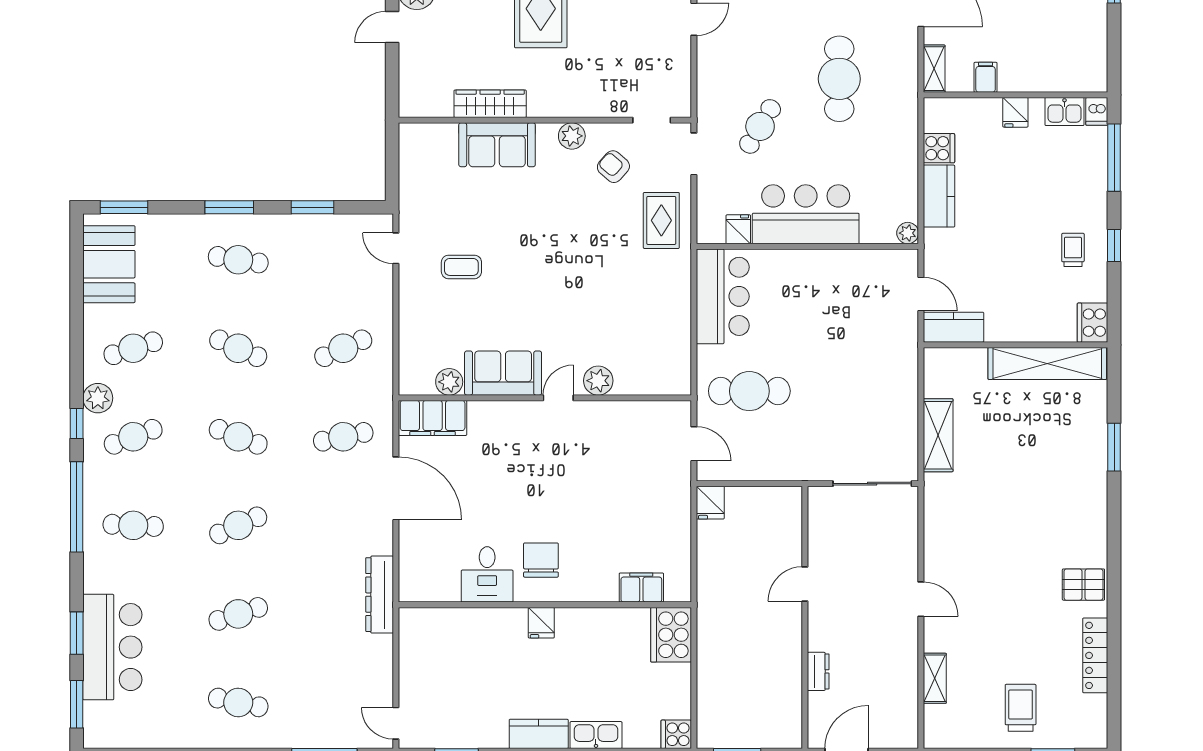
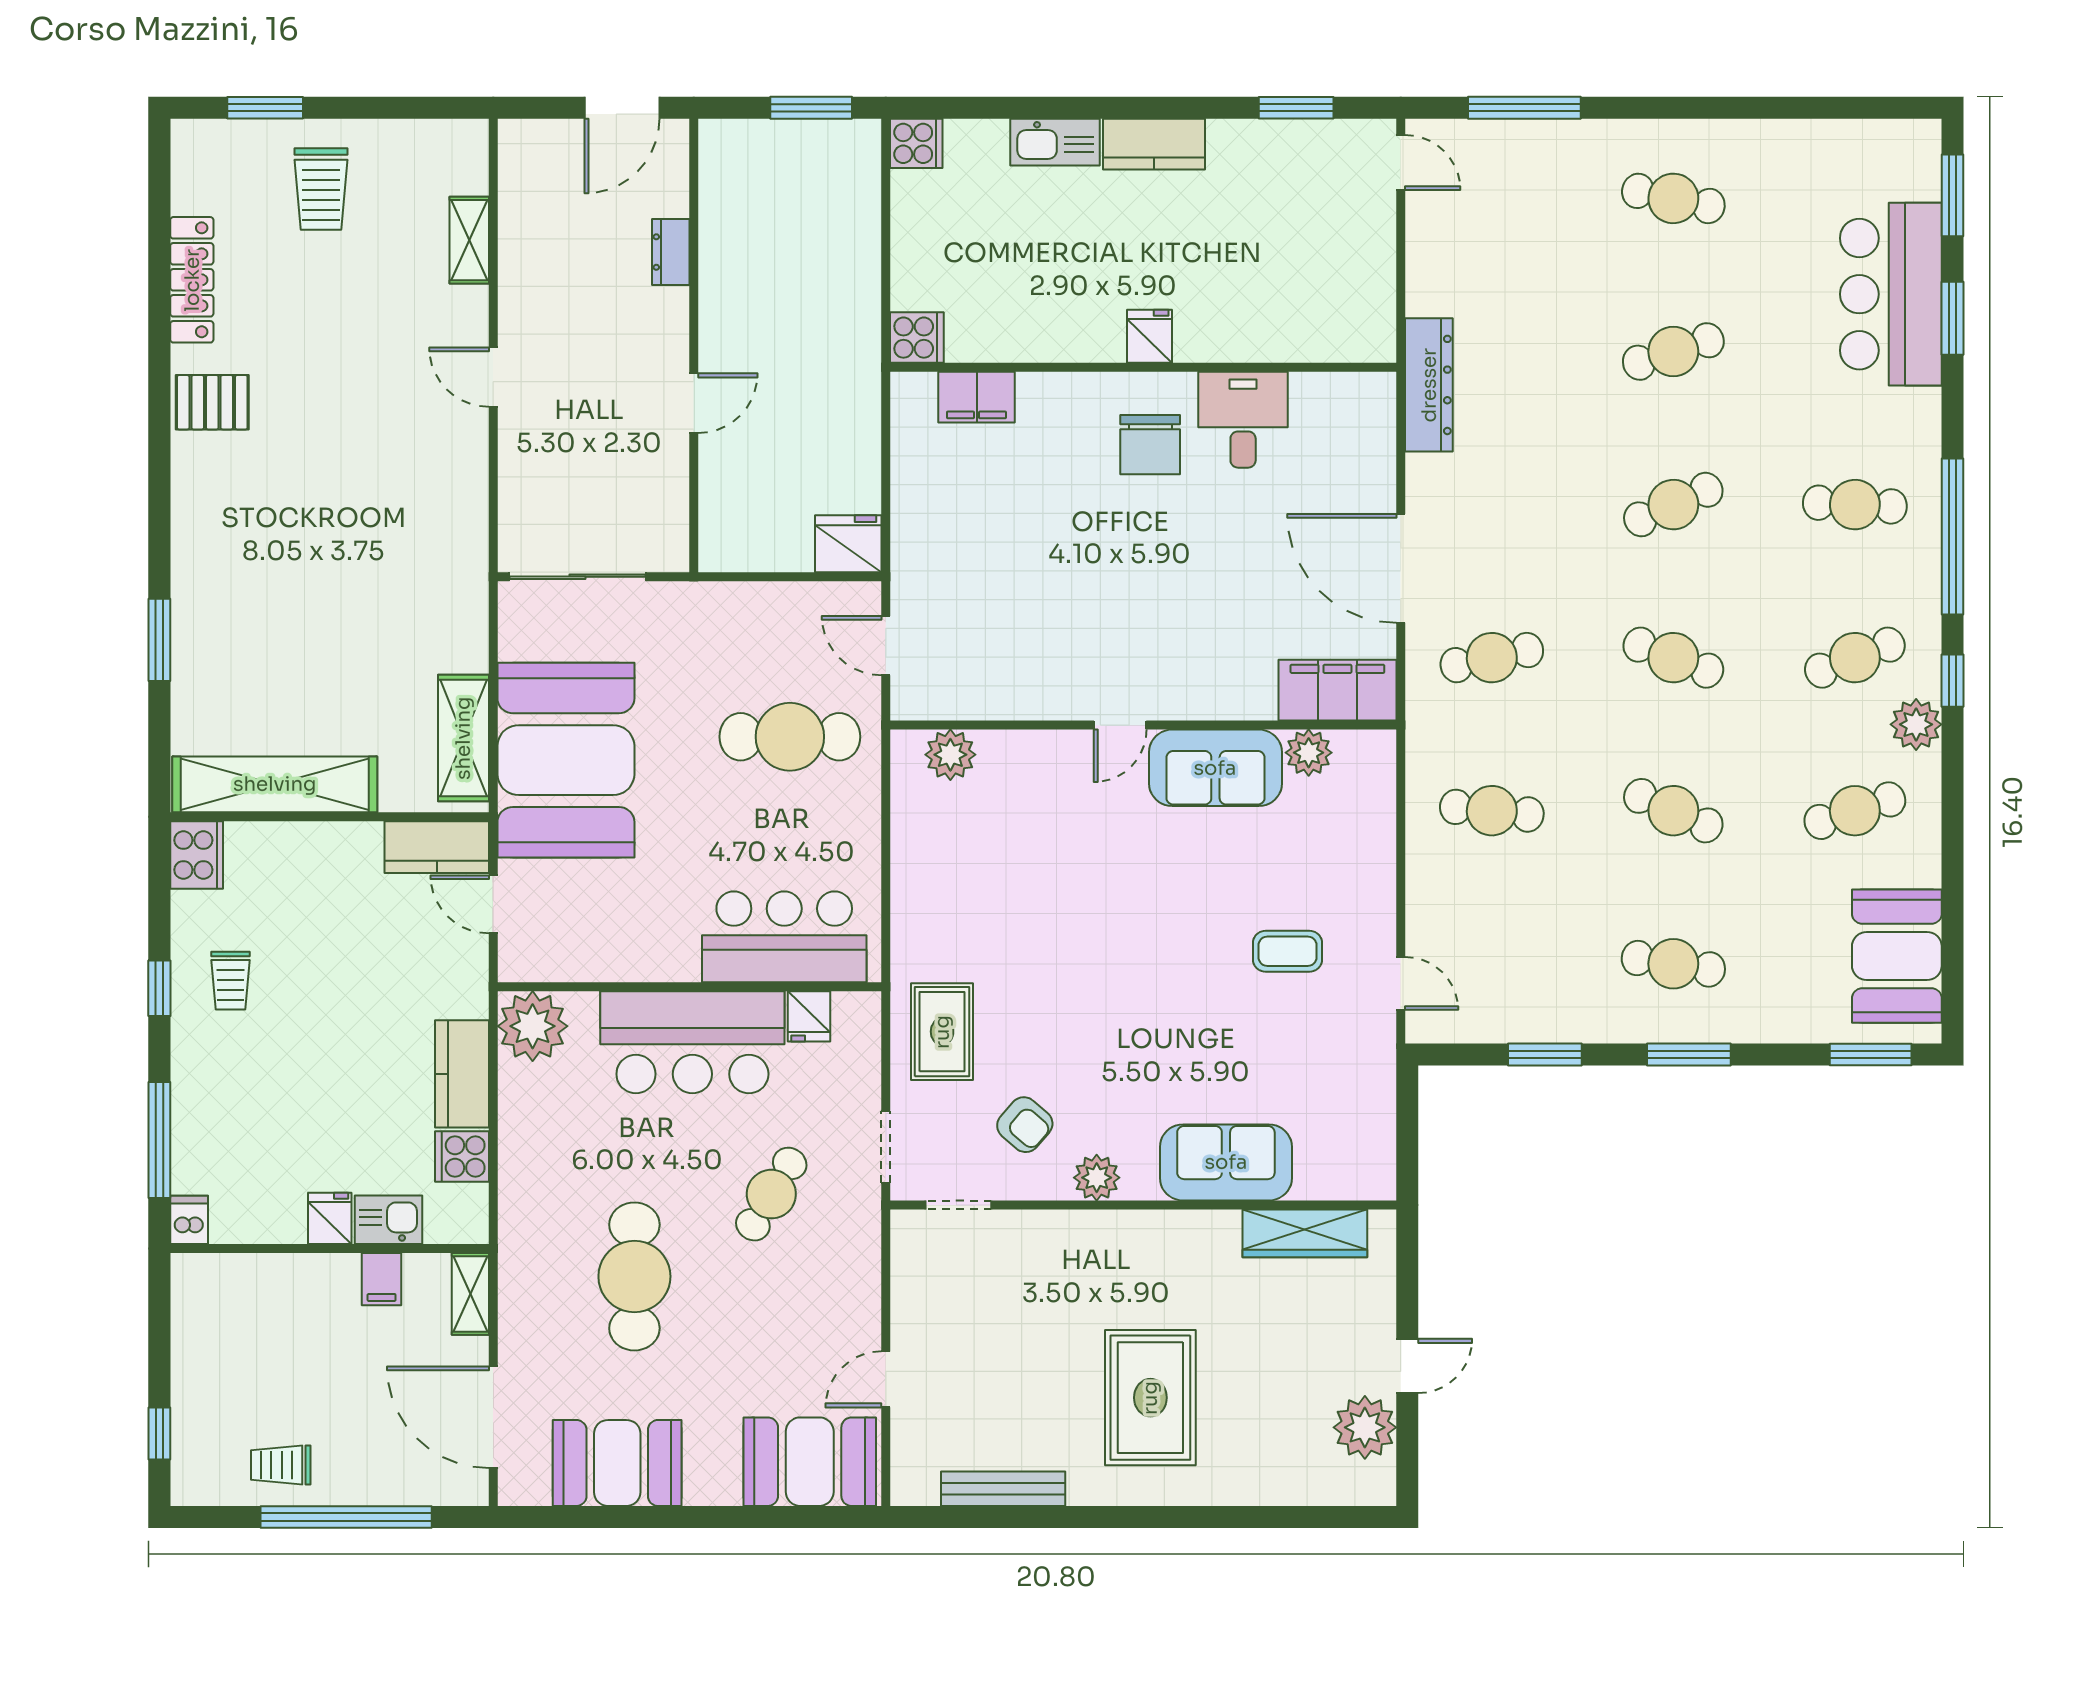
wardrobe: (490, 104) -> (1305, 1233), moved
kitchen sink: (1064, 112) -> (389, 1220), moved
plant: (908, 233) -> (533, 1026), width x1.87, depth x1.87
bar counter: (723, 296) -> (784, 937), moved, turned 90
cafe table: (343, 348) -> (1492, 811), turned 30
booth: (879, 377) -> (566, 760), added
plant: (598, 381) -> (950, 755), moved
shelving: (938, 435) -> (463, 738), moved
fridge: (710, 503) -> (848, 544), width x1.38
cooker: (671, 635) -> (917, 338), width x0.53, depth x0.76

